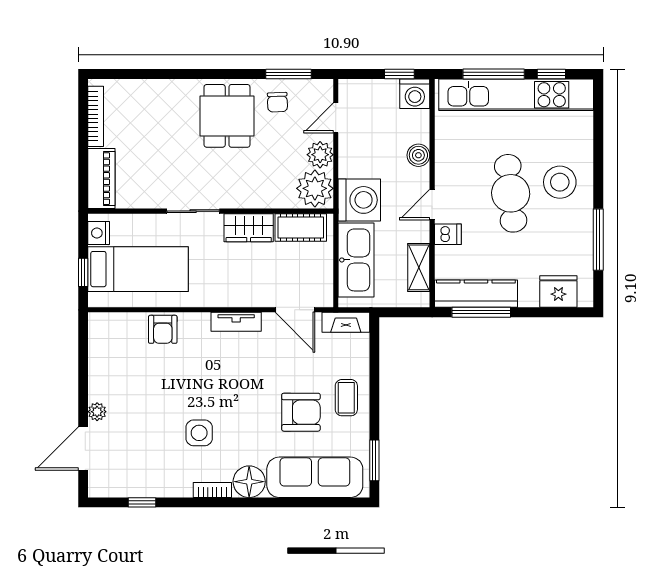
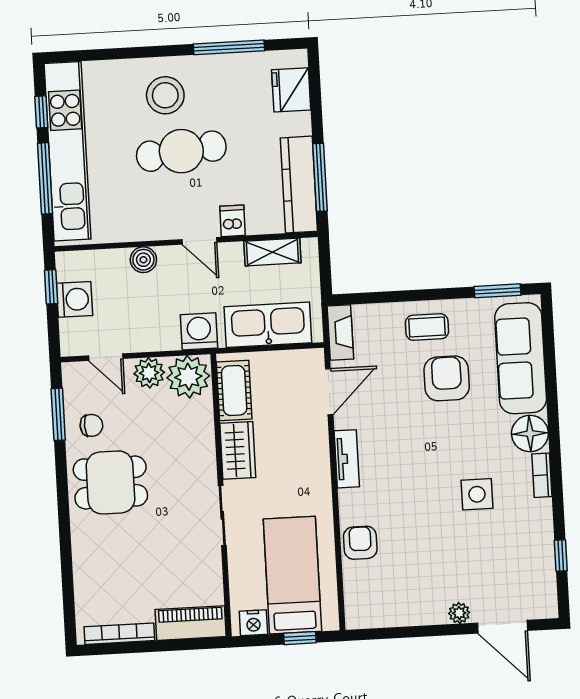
washing machine: (415, 94) -> (75, 299), moved
washing machine: (359, 200) -> (199, 331), width x0.73, depth x0.73
armchair: (163, 329) -> (360, 543), turned -90

